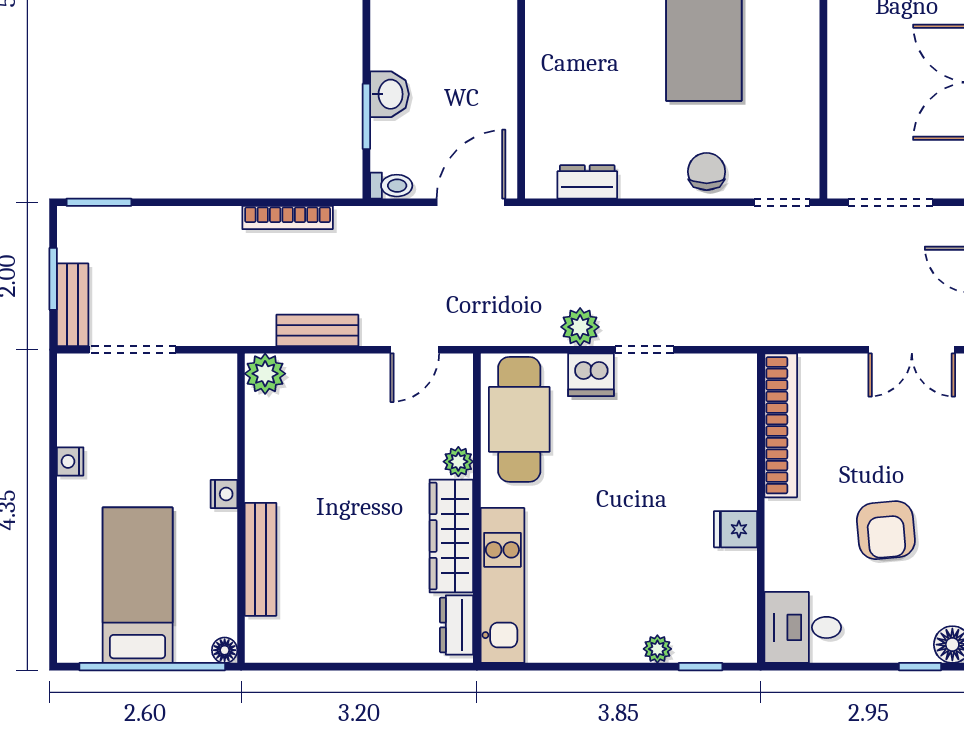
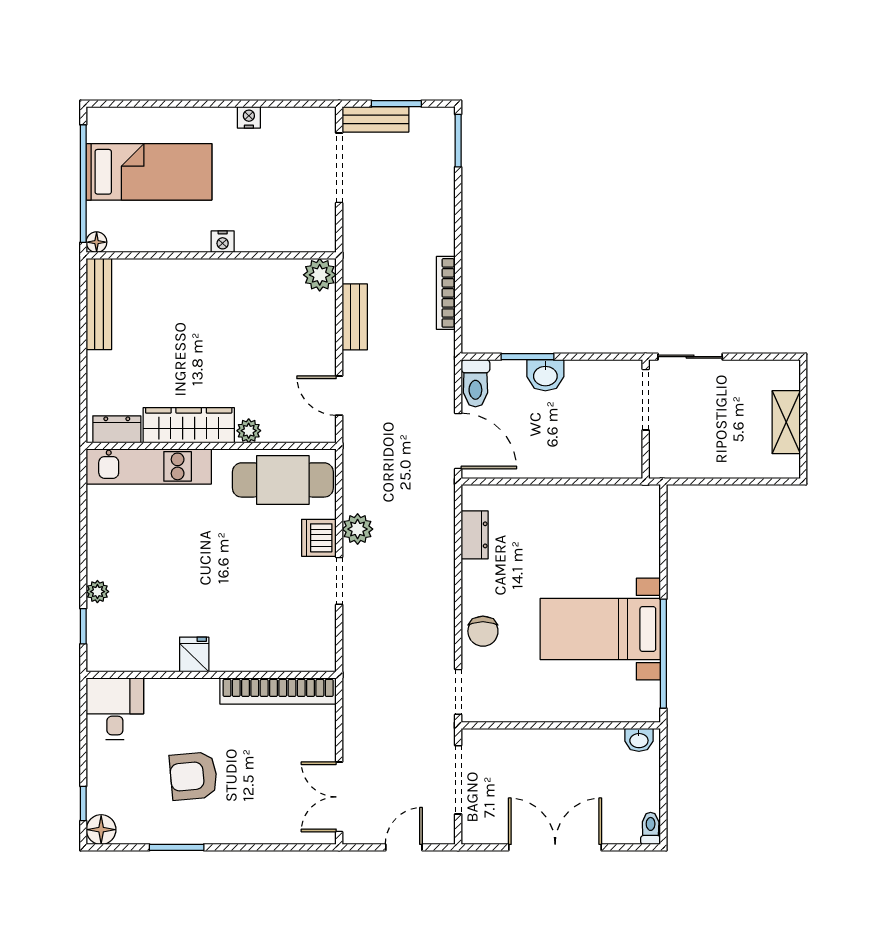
chair: (707, 172) -> (483, 631), turned 90
toilet: (391, 186) -> (475, 383), width x1.37, depth x1.39
bench: (261, 559) -> (99, 304), moved, turned 90

